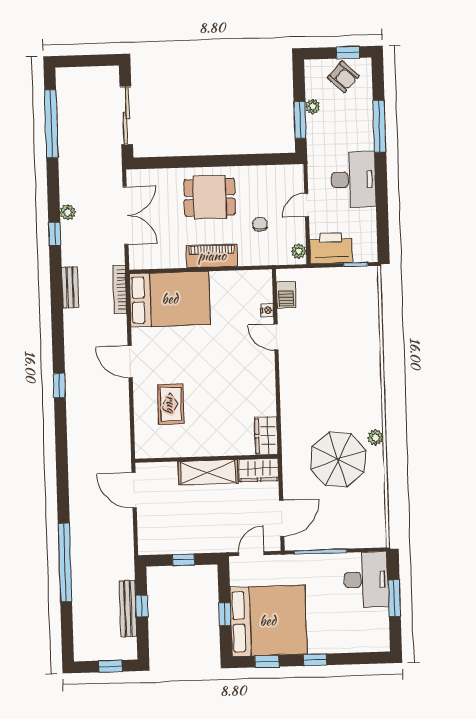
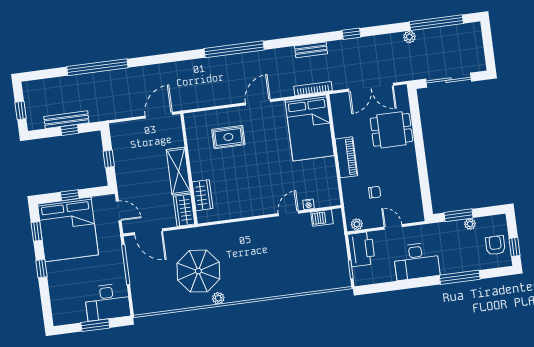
armchair: (343, 77) -> (495, 245), turned 137
dining table: (210, 197) -> (391, 130), moved, turned 90
plant: (68, 212) -> (409, 37), moved
window: (59, 386) -> (234, 49), width x3.17
wardrobe: (266, 436) -> (203, 195), moved, turned 90

